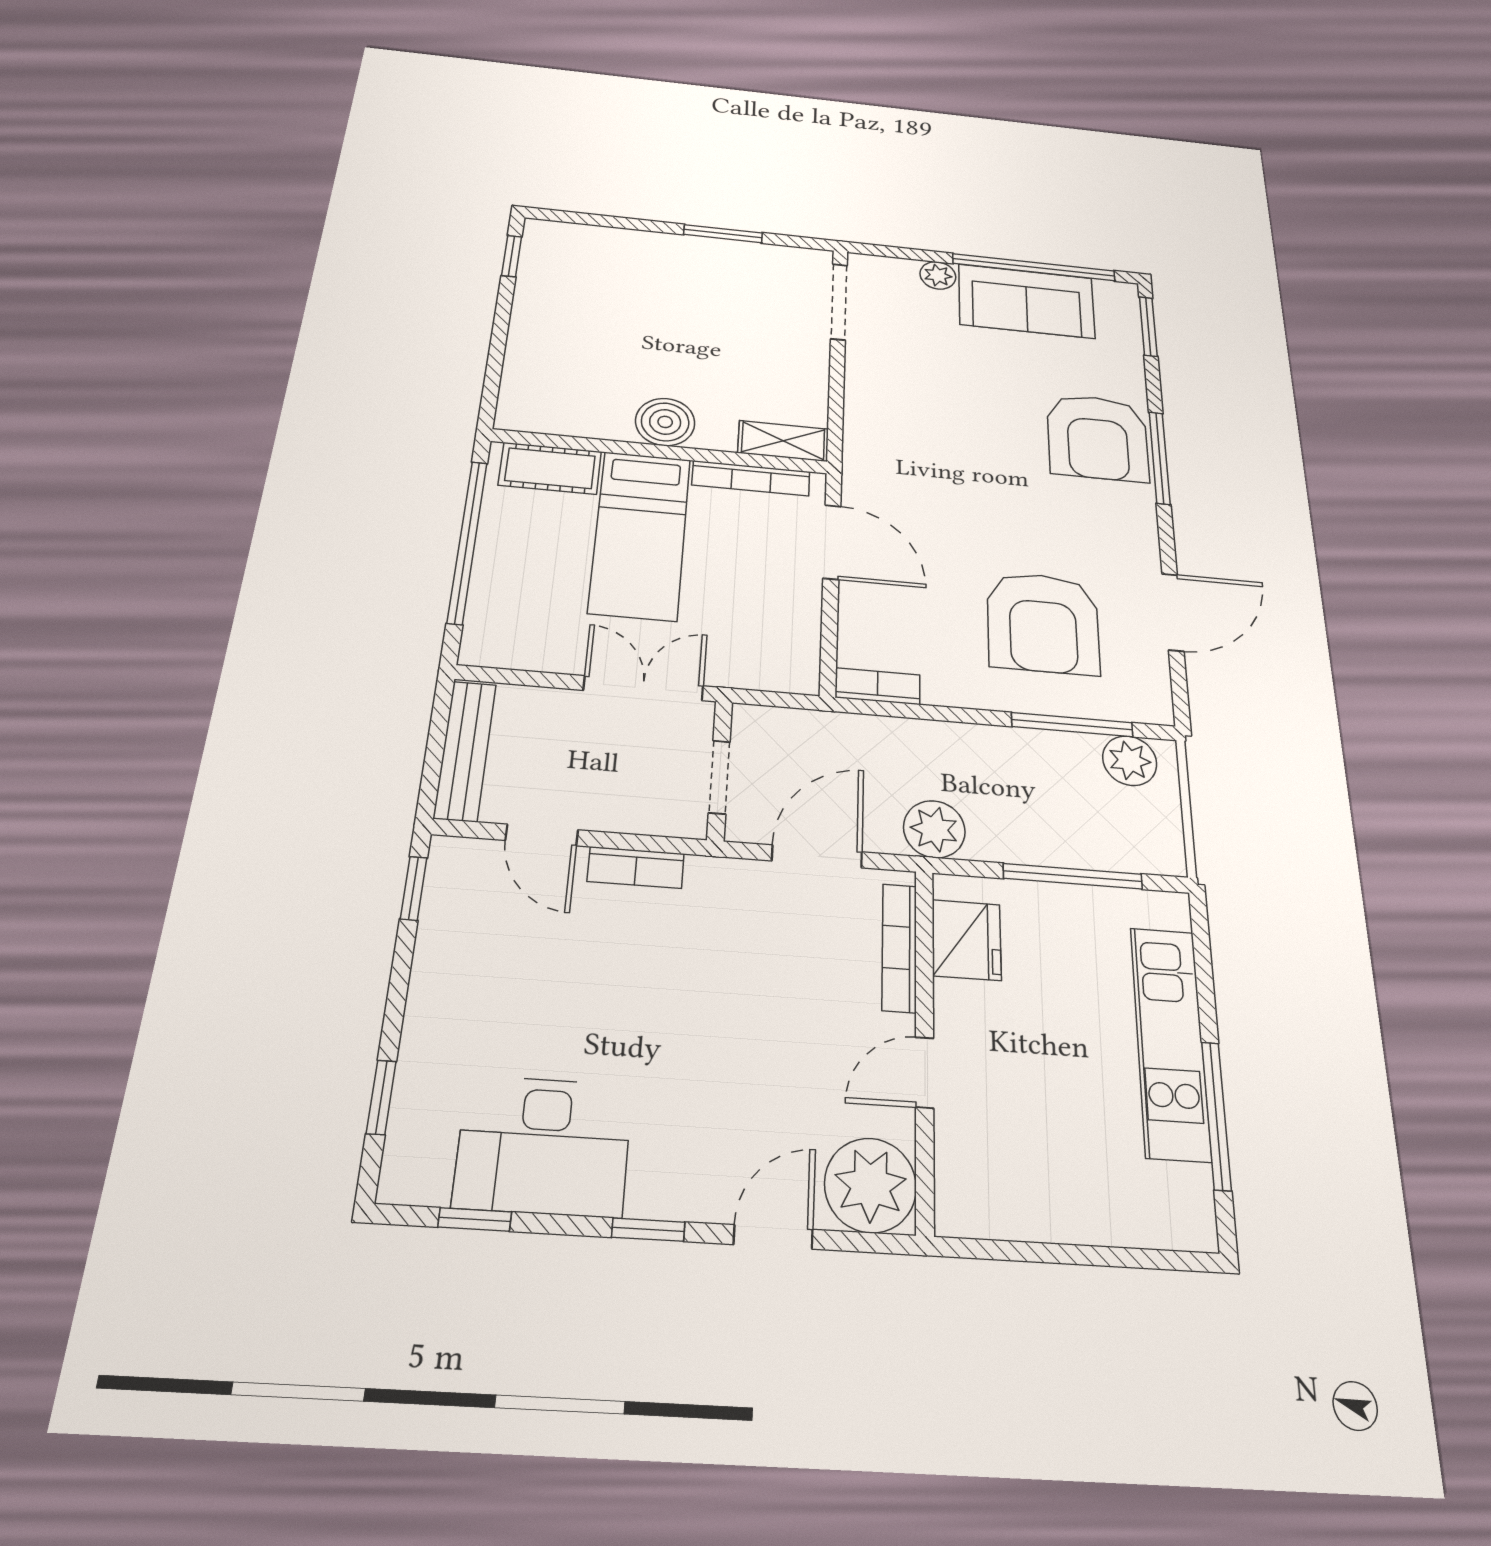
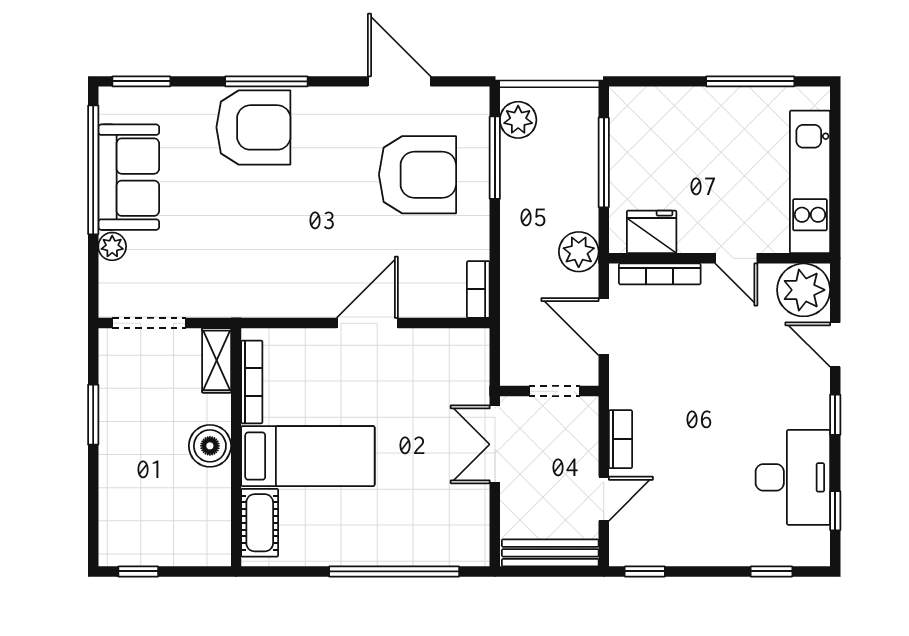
boiler: (665, 422) -> (210, 446), moved
shelving: (783, 441) -> (217, 360), moved
wall: (660, 451) -> (236, 447), moved
cot: (550, 468) -> (260, 523), moved
bookcase: (751, 478) -> (252, 382), moved
bed: (640, 535) -> (308, 456), moved
kitchen unit: (1170, 1042) -> (810, 182), moved, turned 90

